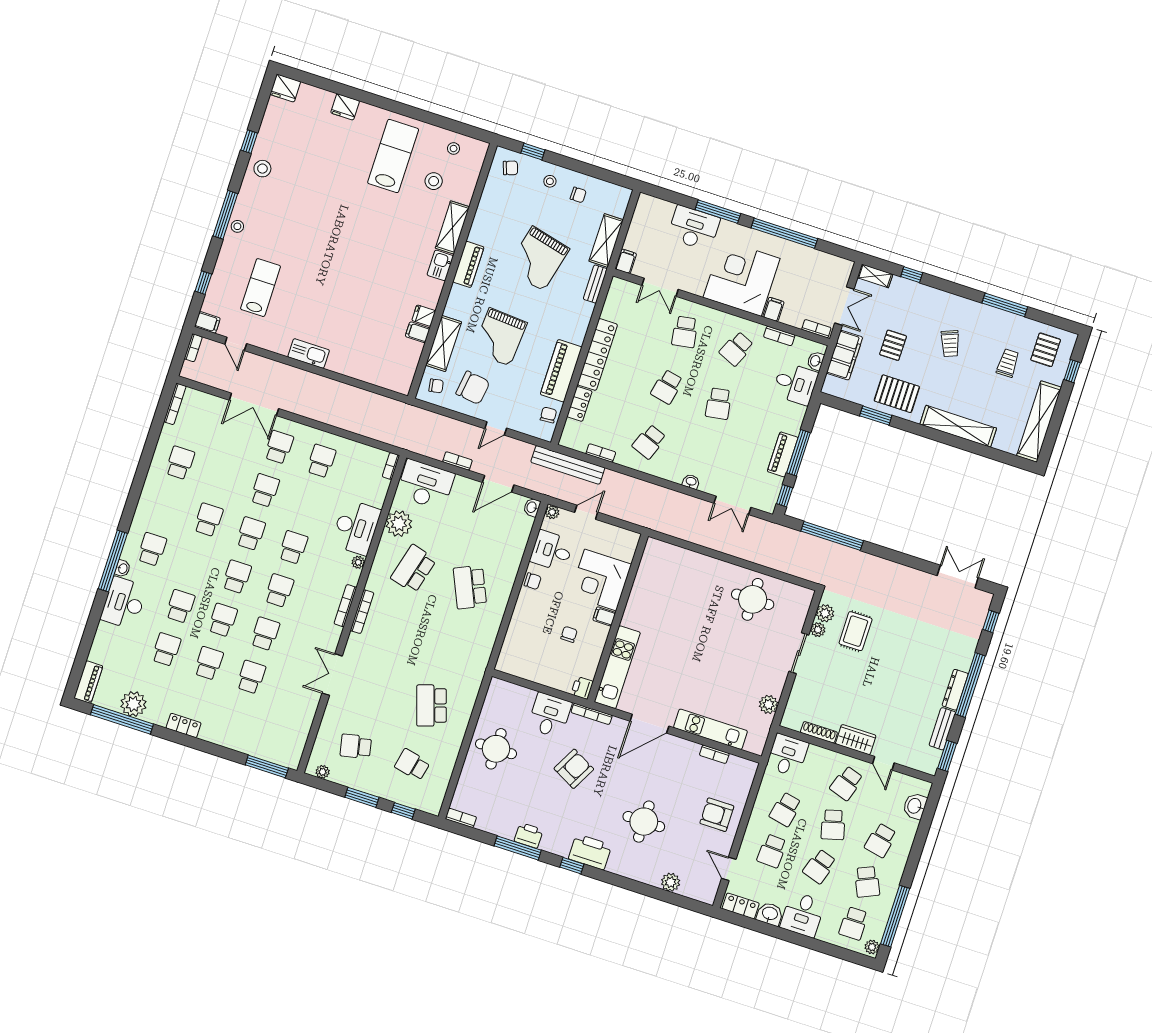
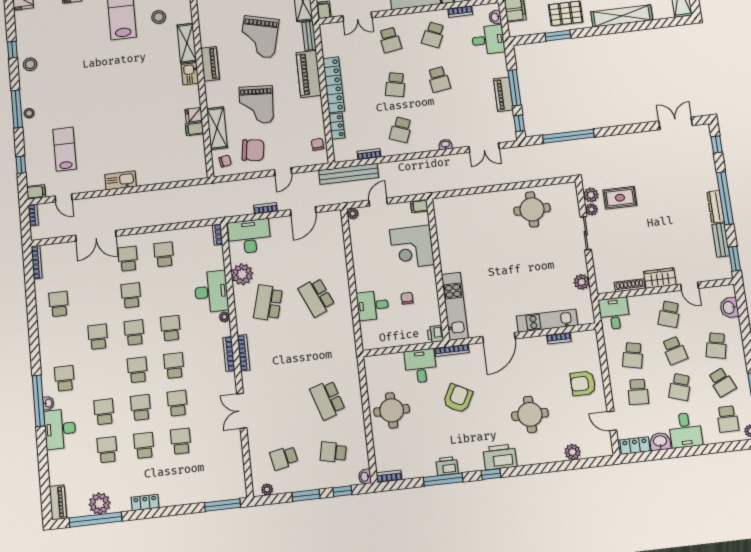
piano: (561, 371) -> (309, 74), moved
washbasin: (532, 507) -> (365, 477), moved
desk: (552, 551) -> (373, 305), moved
chair: (533, 581) -> (362, 271), removed
filing cabinet: (604, 616) -> (419, 206), moved
rug: (856, 631) -> (620, 198), turned 90

